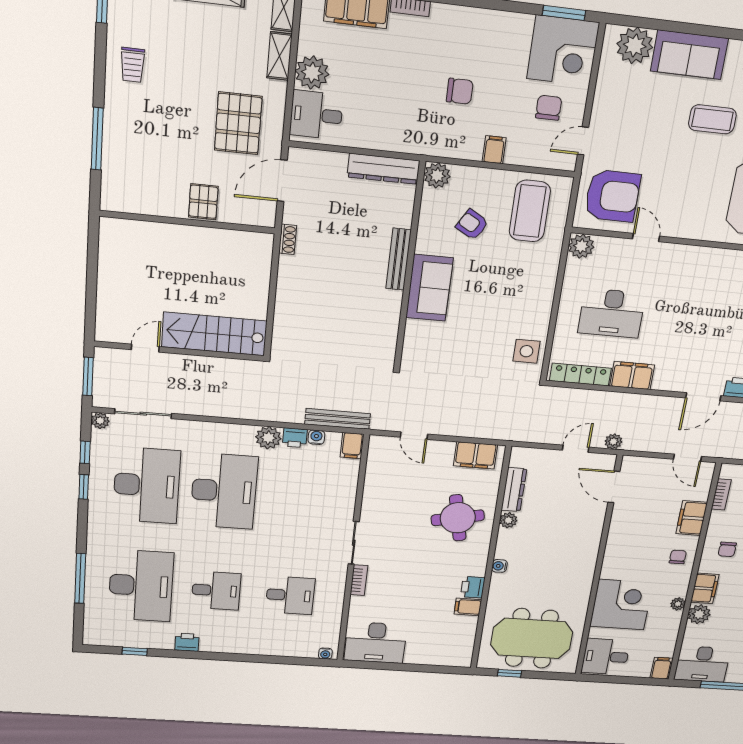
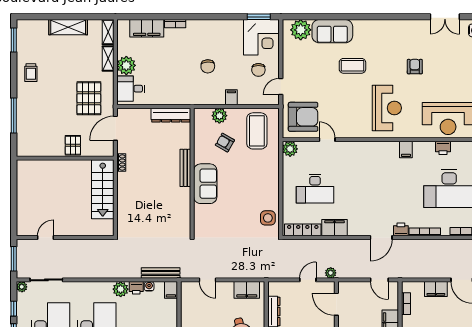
chair: (460, 91) -> (208, 66), turned 87
chair: (549, 108) -> (258, 70), turned 180
plant: (437, 175) -> (219, 116), moved
stairs: (214, 334) -> (103, 189), moved, turned -90

